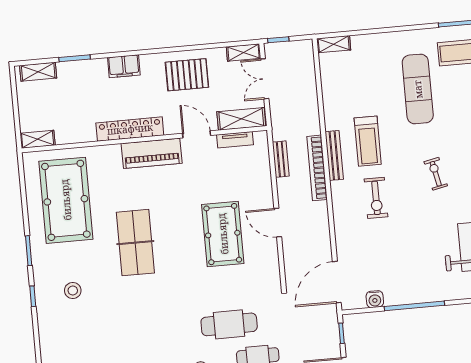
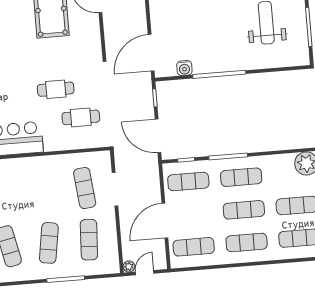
cafe table: (229, 324) -> (56, 89), width x0.73, depth x0.74

